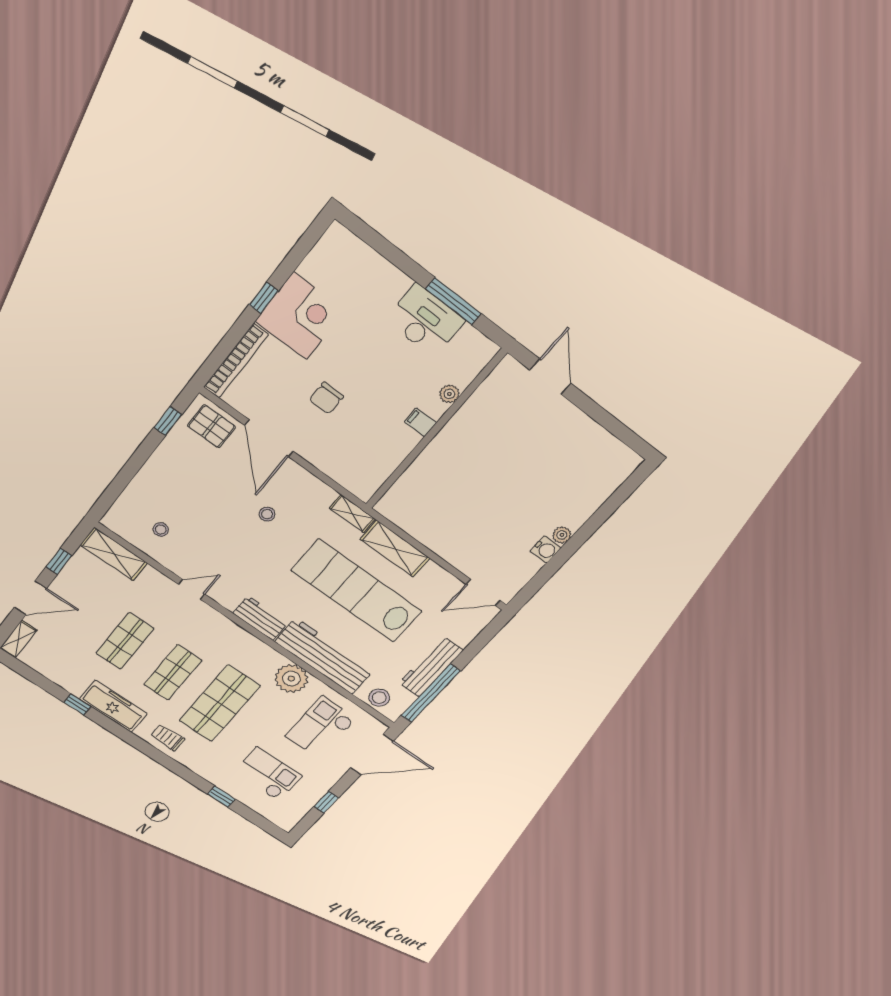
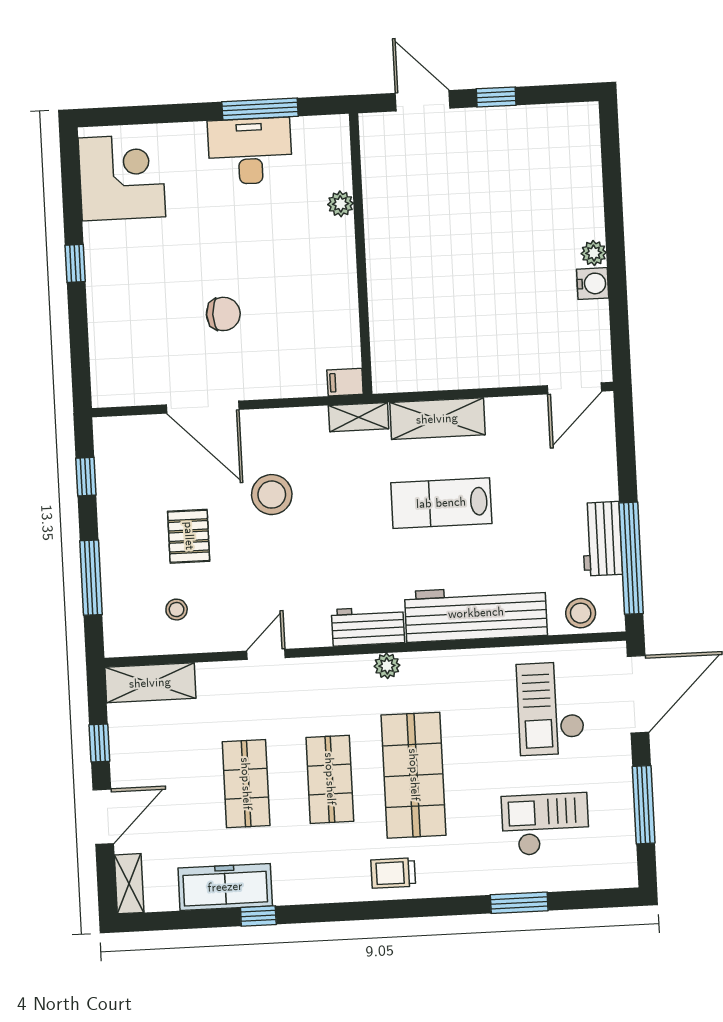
corner desk: (300, 316) -> (122, 177), moved
bookcase: (236, 361) -> (101, 352), removed
chair: (326, 398) -> (223, 314), turned -90
window: (593, 410) -> (496, 97), added
filing cabinet: (420, 422) -> (345, 382), moved
pallet: (211, 426) -> (189, 536), moved, turned 90
window: (125, 476) -> (91, 578), added
stool: (267, 514) -> (272, 495), width x1.89, depth x1.89
lab bench: (357, 591) -> (441, 503), width x0.54, depth x0.72
workbench: (431, 667) -> (602, 539), width x0.73
plant: (291, 679) -> (387, 666), moved, width x0.53, depth x0.53
freezer: (113, 706) -> (225, 887), moved
window: (221, 797) -> (519, 903), width x1.50
window: (326, 802) -> (644, 805), width x2.17

